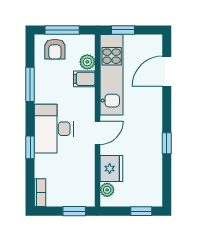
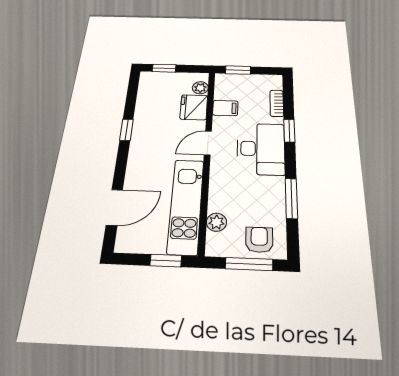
filing cabinet: (84, 79) -> (225, 108), moved
bookcase: (40, 193) -> (277, 103), moved

